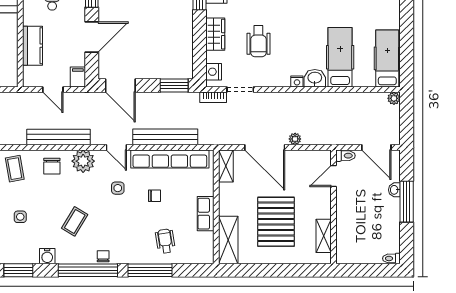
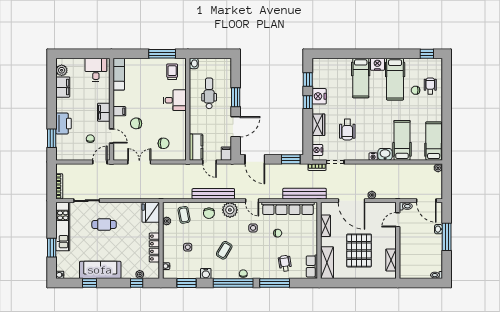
kitchen counter: (33, 46) -> (196, 147), moved
bench: (165, 137) -> (305, 194), moved
shelving: (226, 166) -> (326, 226), moved
row of seats: (206, 214) -> (312, 266), moved

